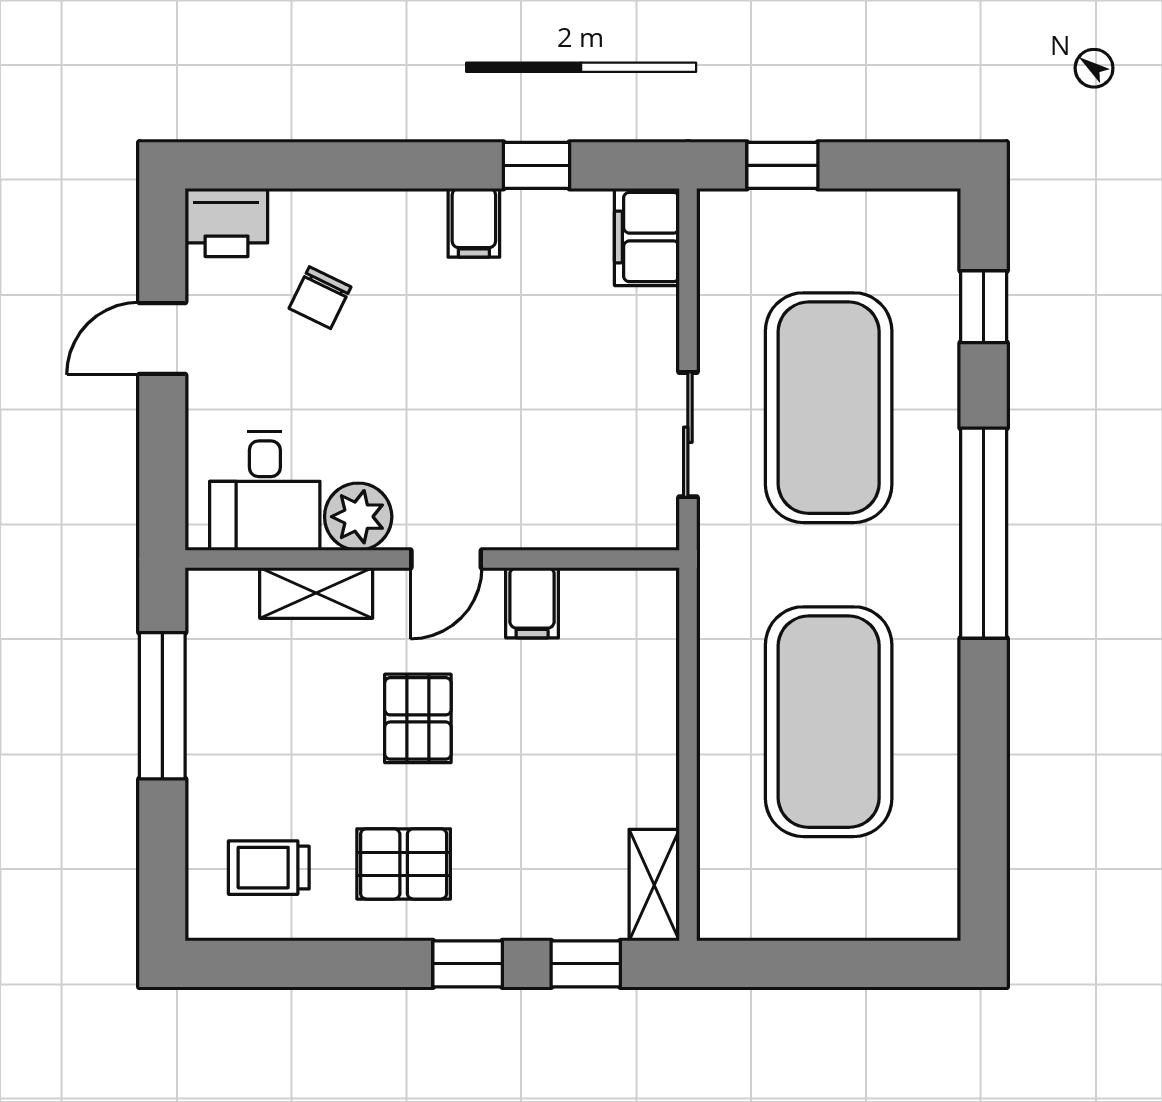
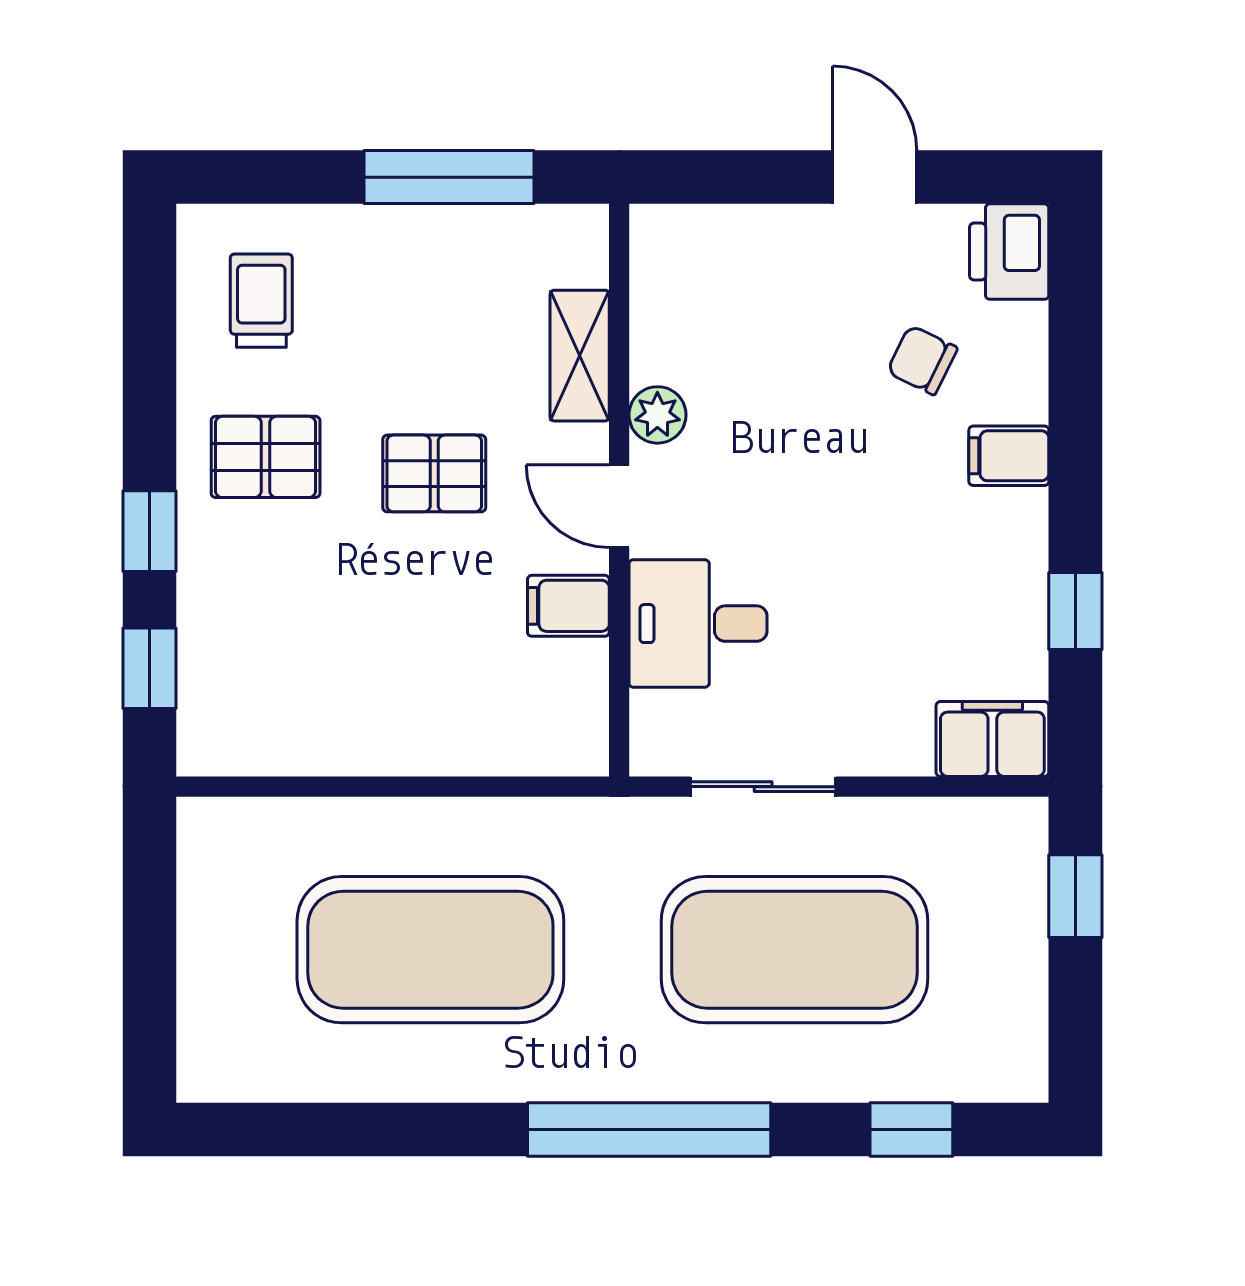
filing cabinet: (474, 223) -> (1009, 456), moved
desk: (265, 491) -> (698, 624), moved
plant: (358, 517) -> (657, 415), width x0.73, depth x0.73
pallet: (404, 864) -> (266, 457), turned 90
shelving: (654, 885) -> (241, 747), removed

